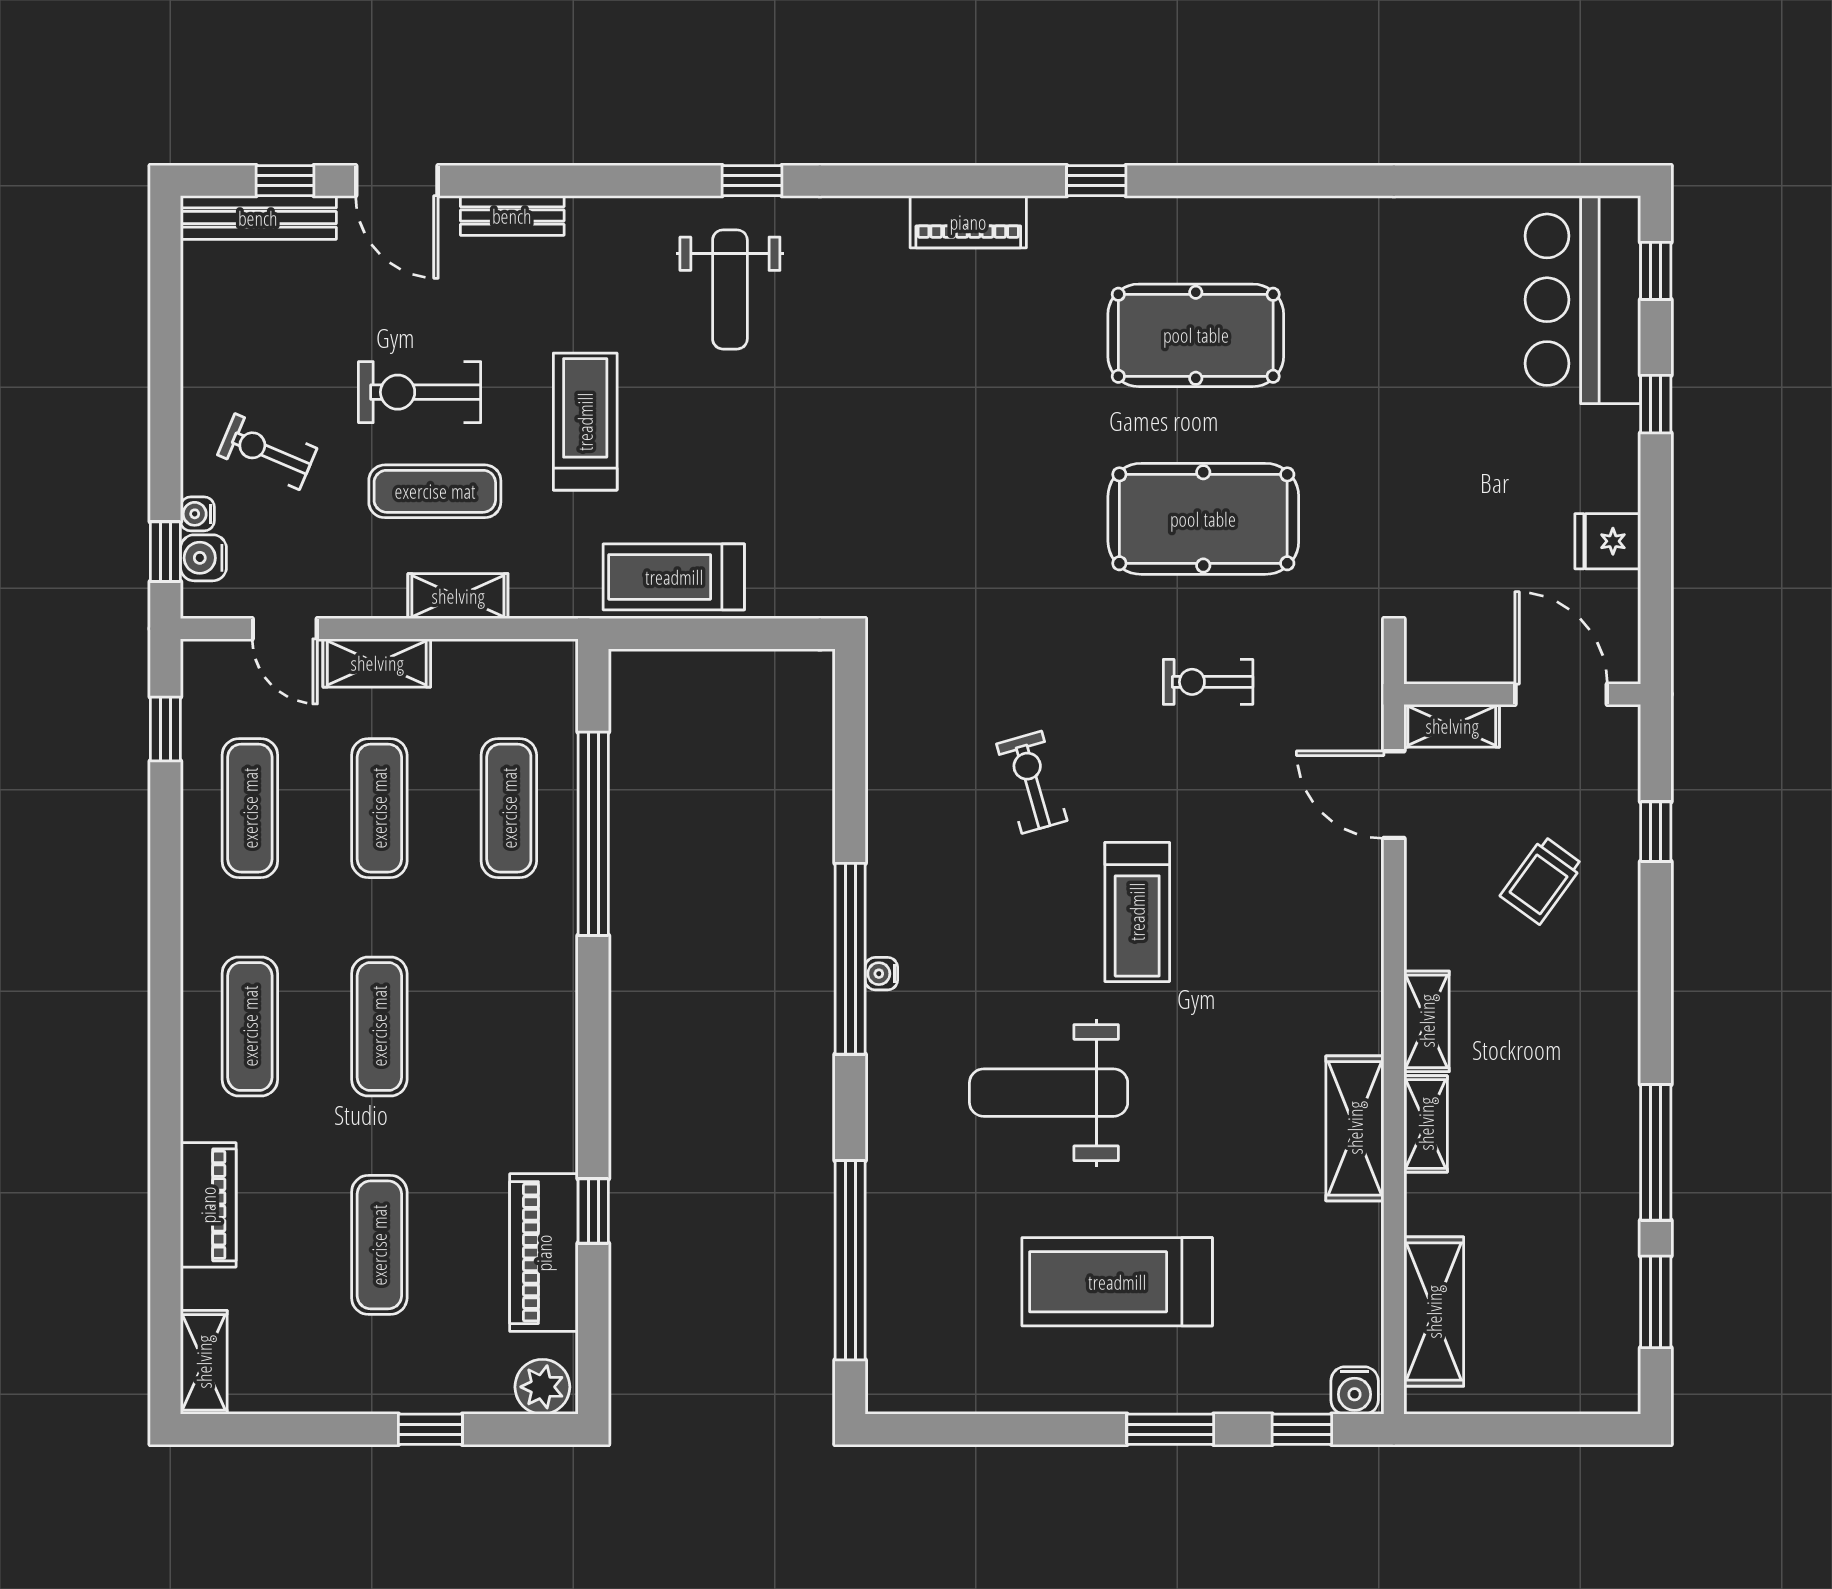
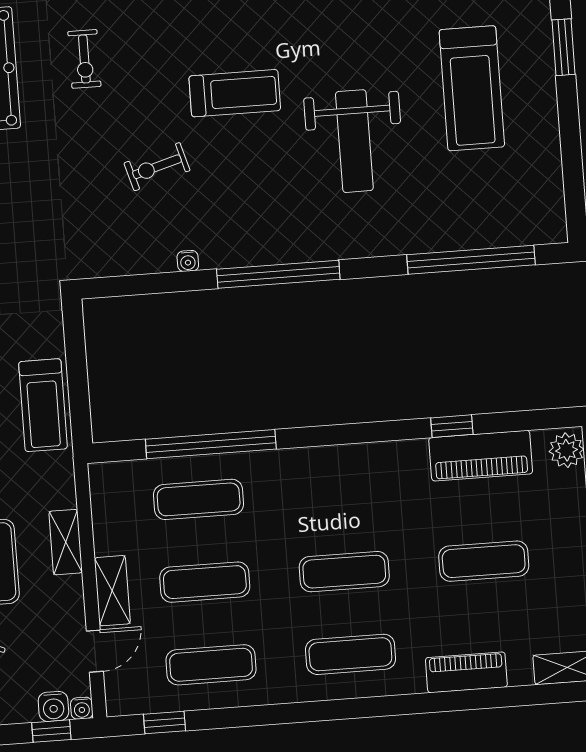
water cooler: (197, 514) -> (82, 708), moved
water cooler: (881, 974) -> (188, 261), moved

